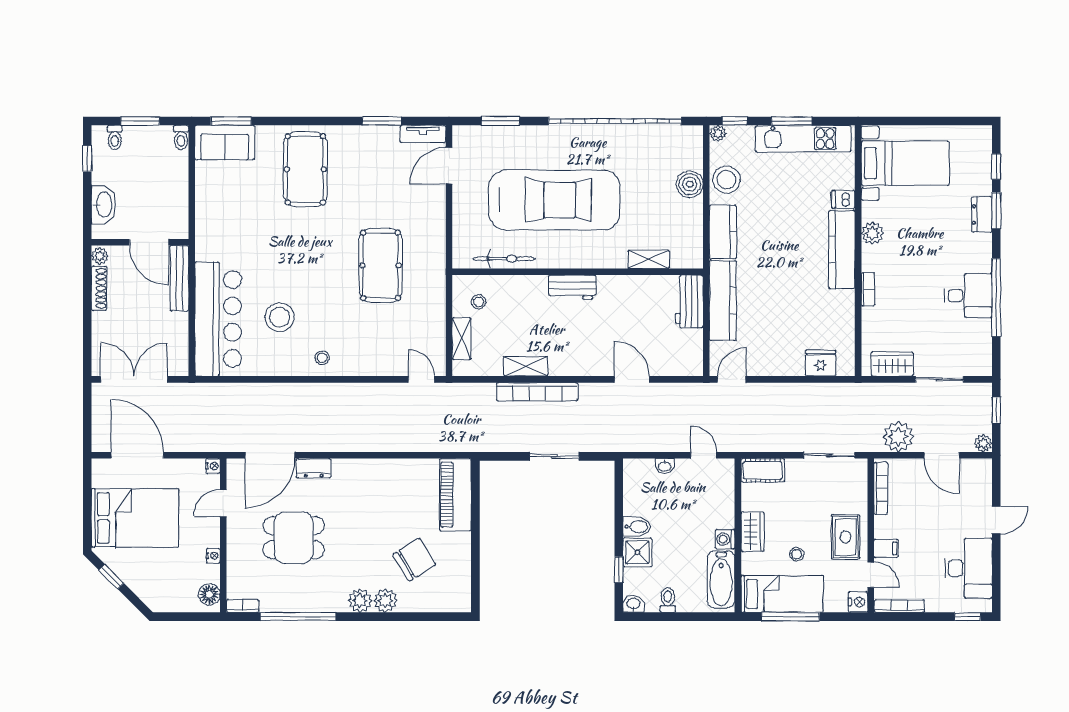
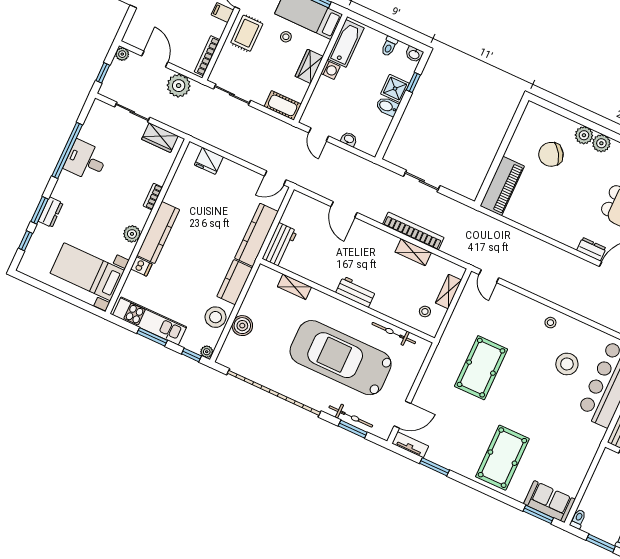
bicycle: (510, 135) -> (351, 416), added

